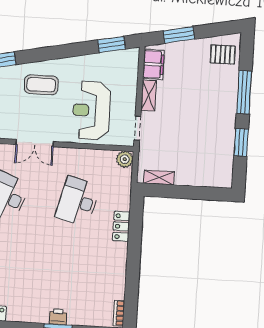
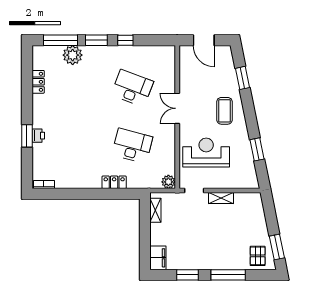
window: (179, 35) -> (277, 247), moved
window: (112, 44) -> (257, 149), moved
filing cabinet: (153, 64) -> (158, 258), moved, turned -90

